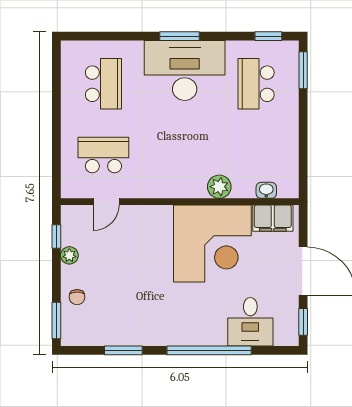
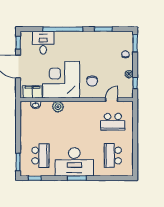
chair: (147, 241) -> (92, 81), added

